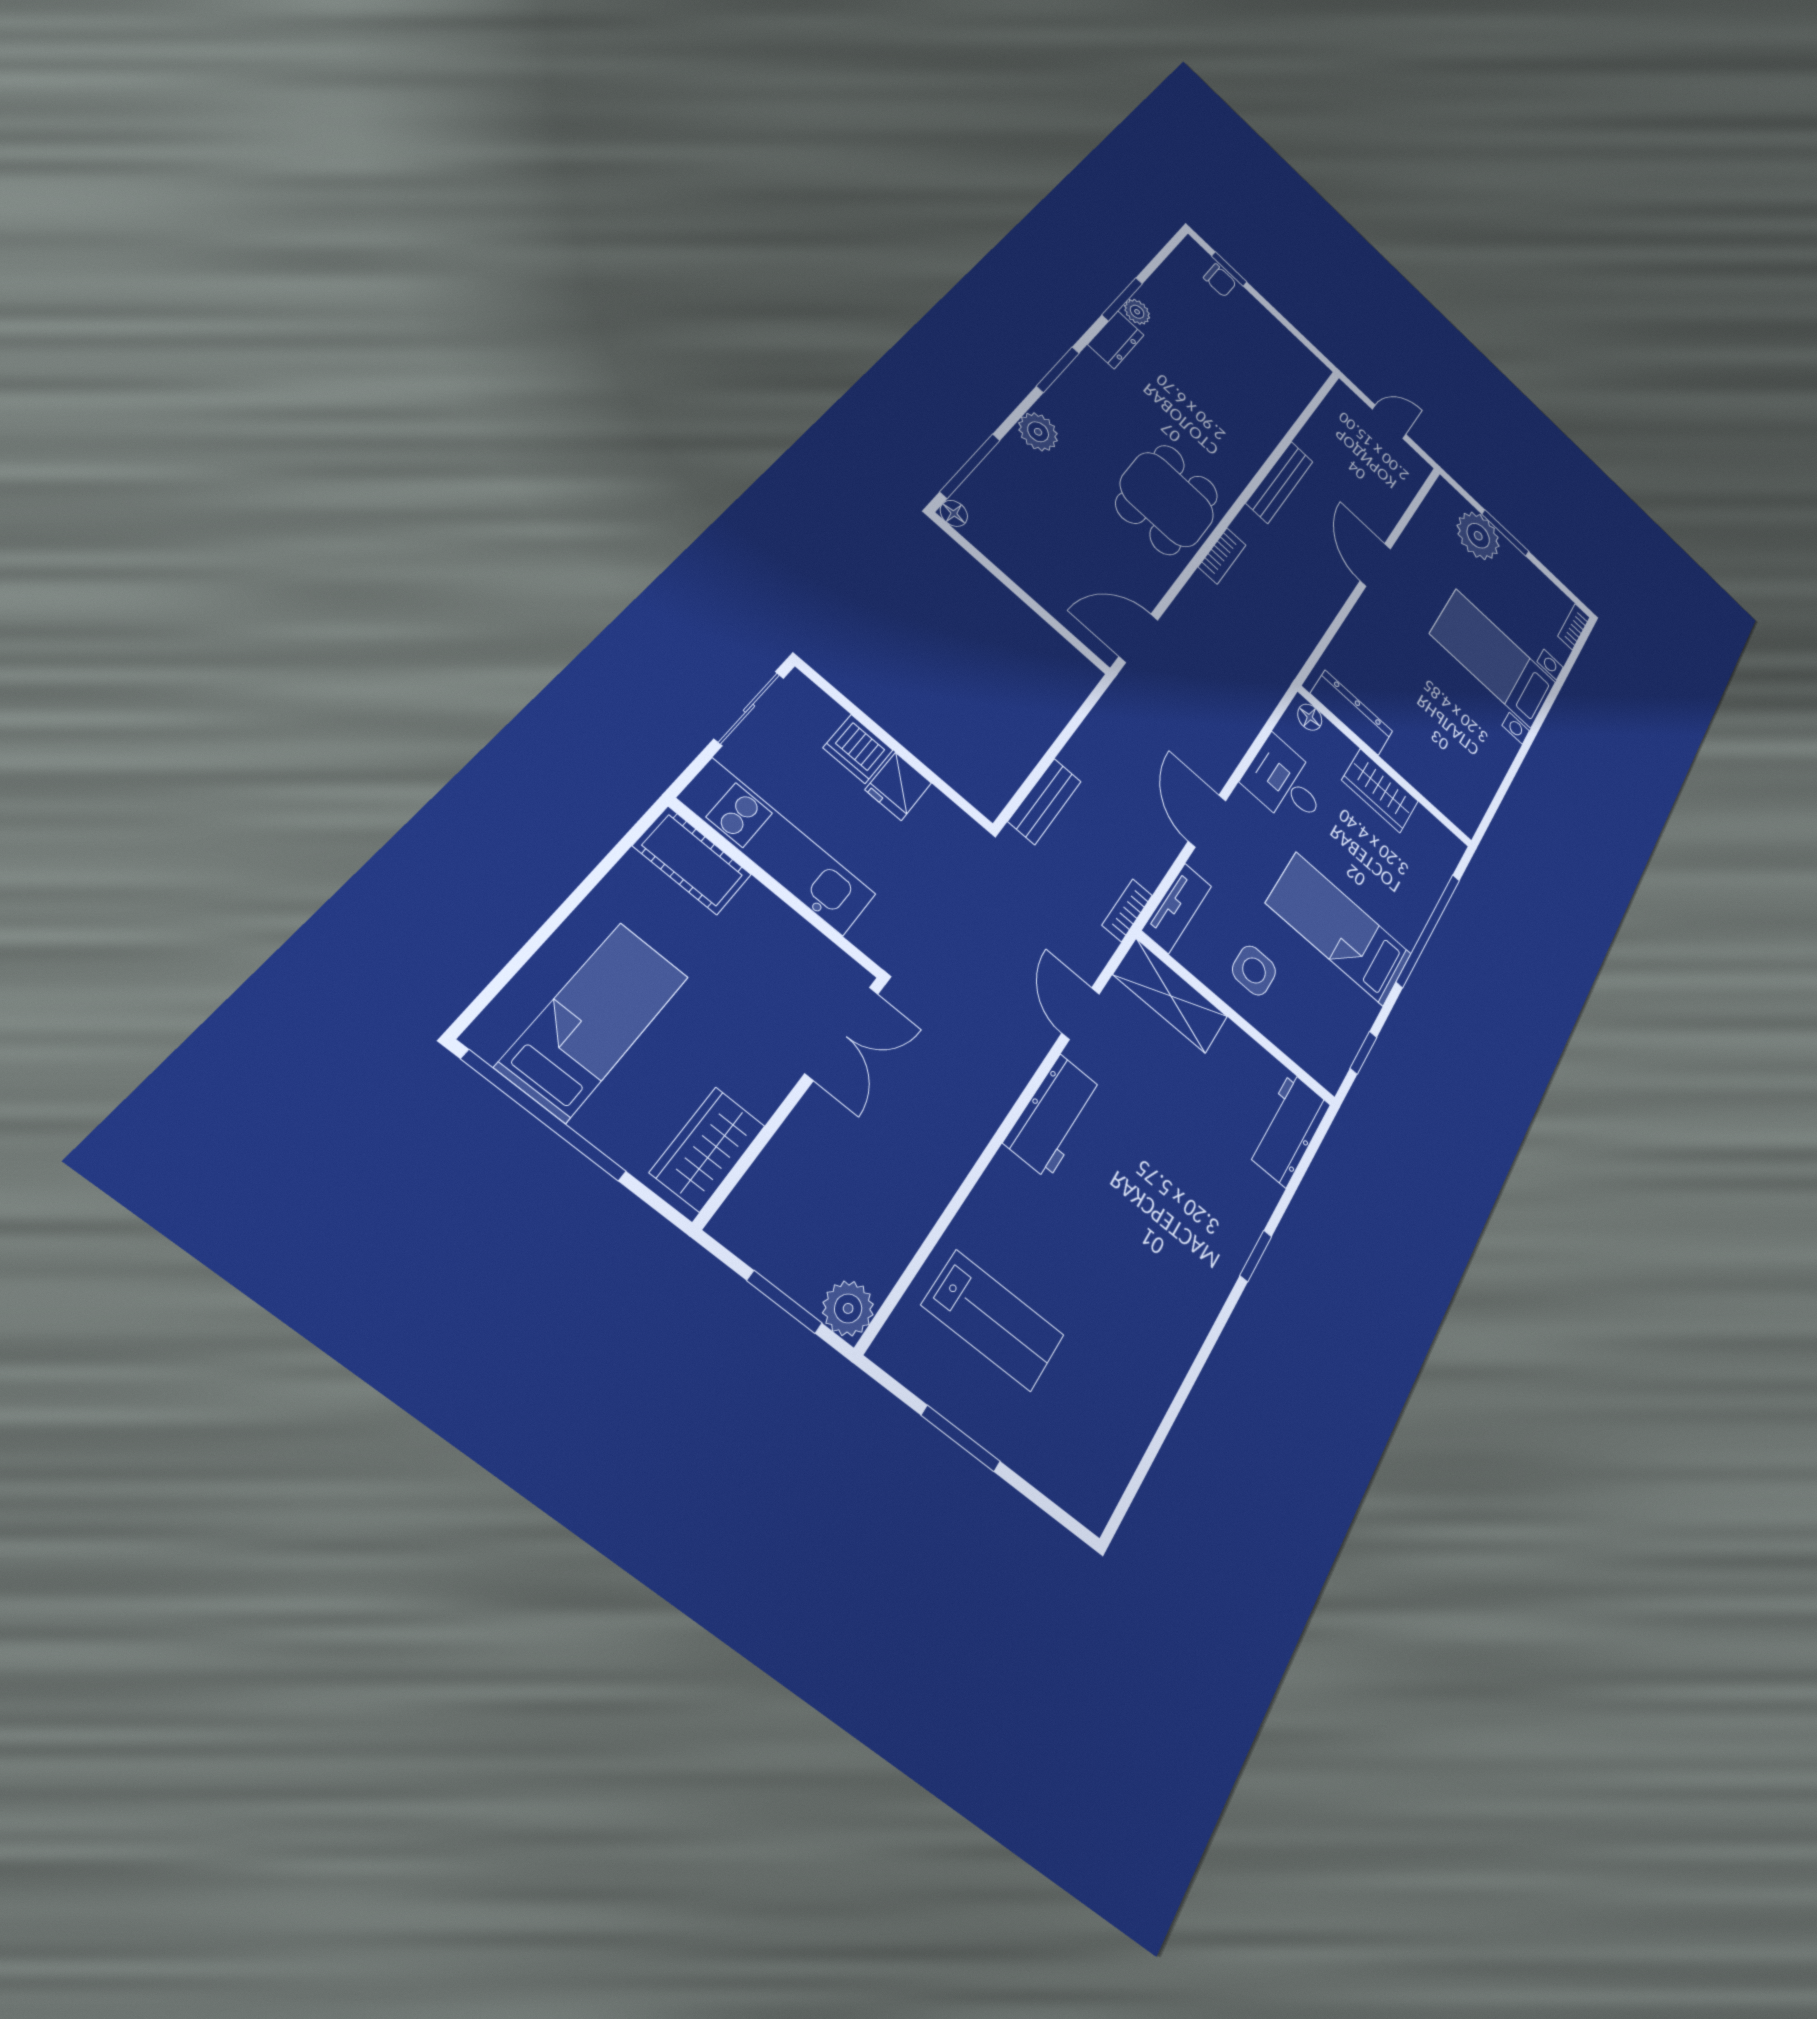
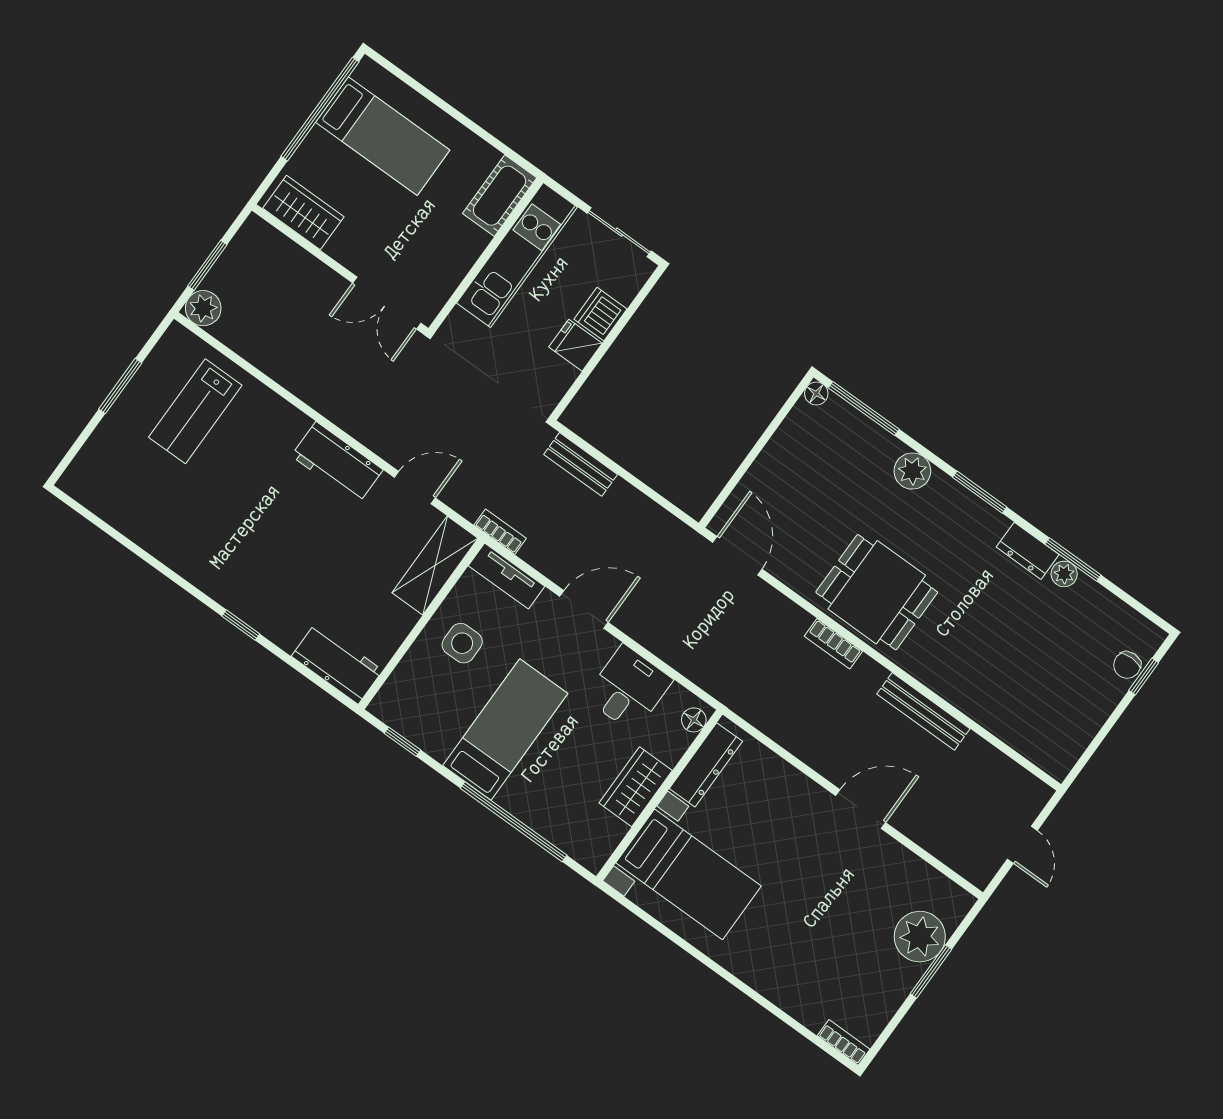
bed with nightstands: (1493, 658) -> (688, 874), moved, turned 90

